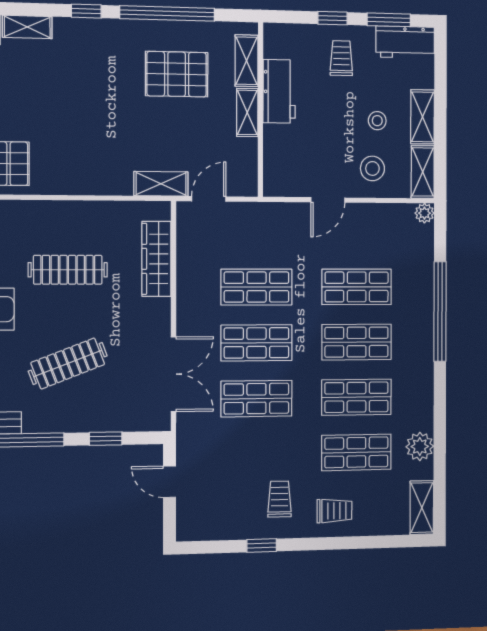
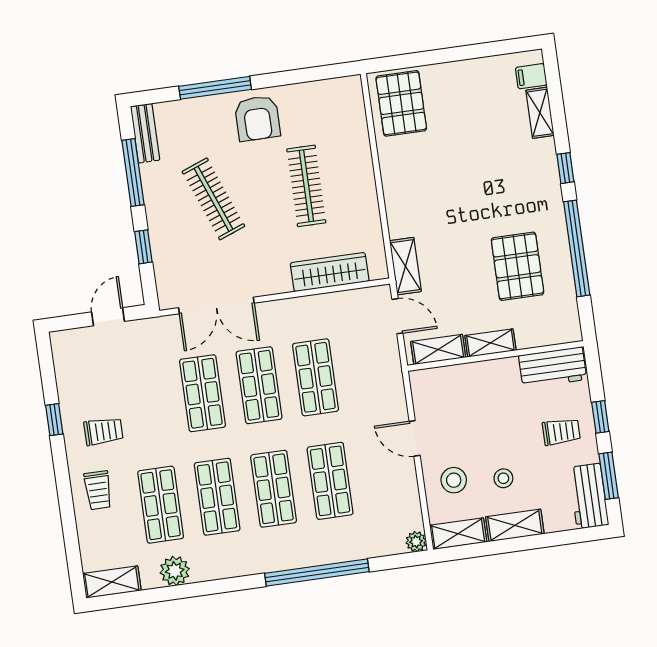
shelving: (247, 61) -> (438, 350), moved
workbench: (279, 91) -> (553, 367), moved

